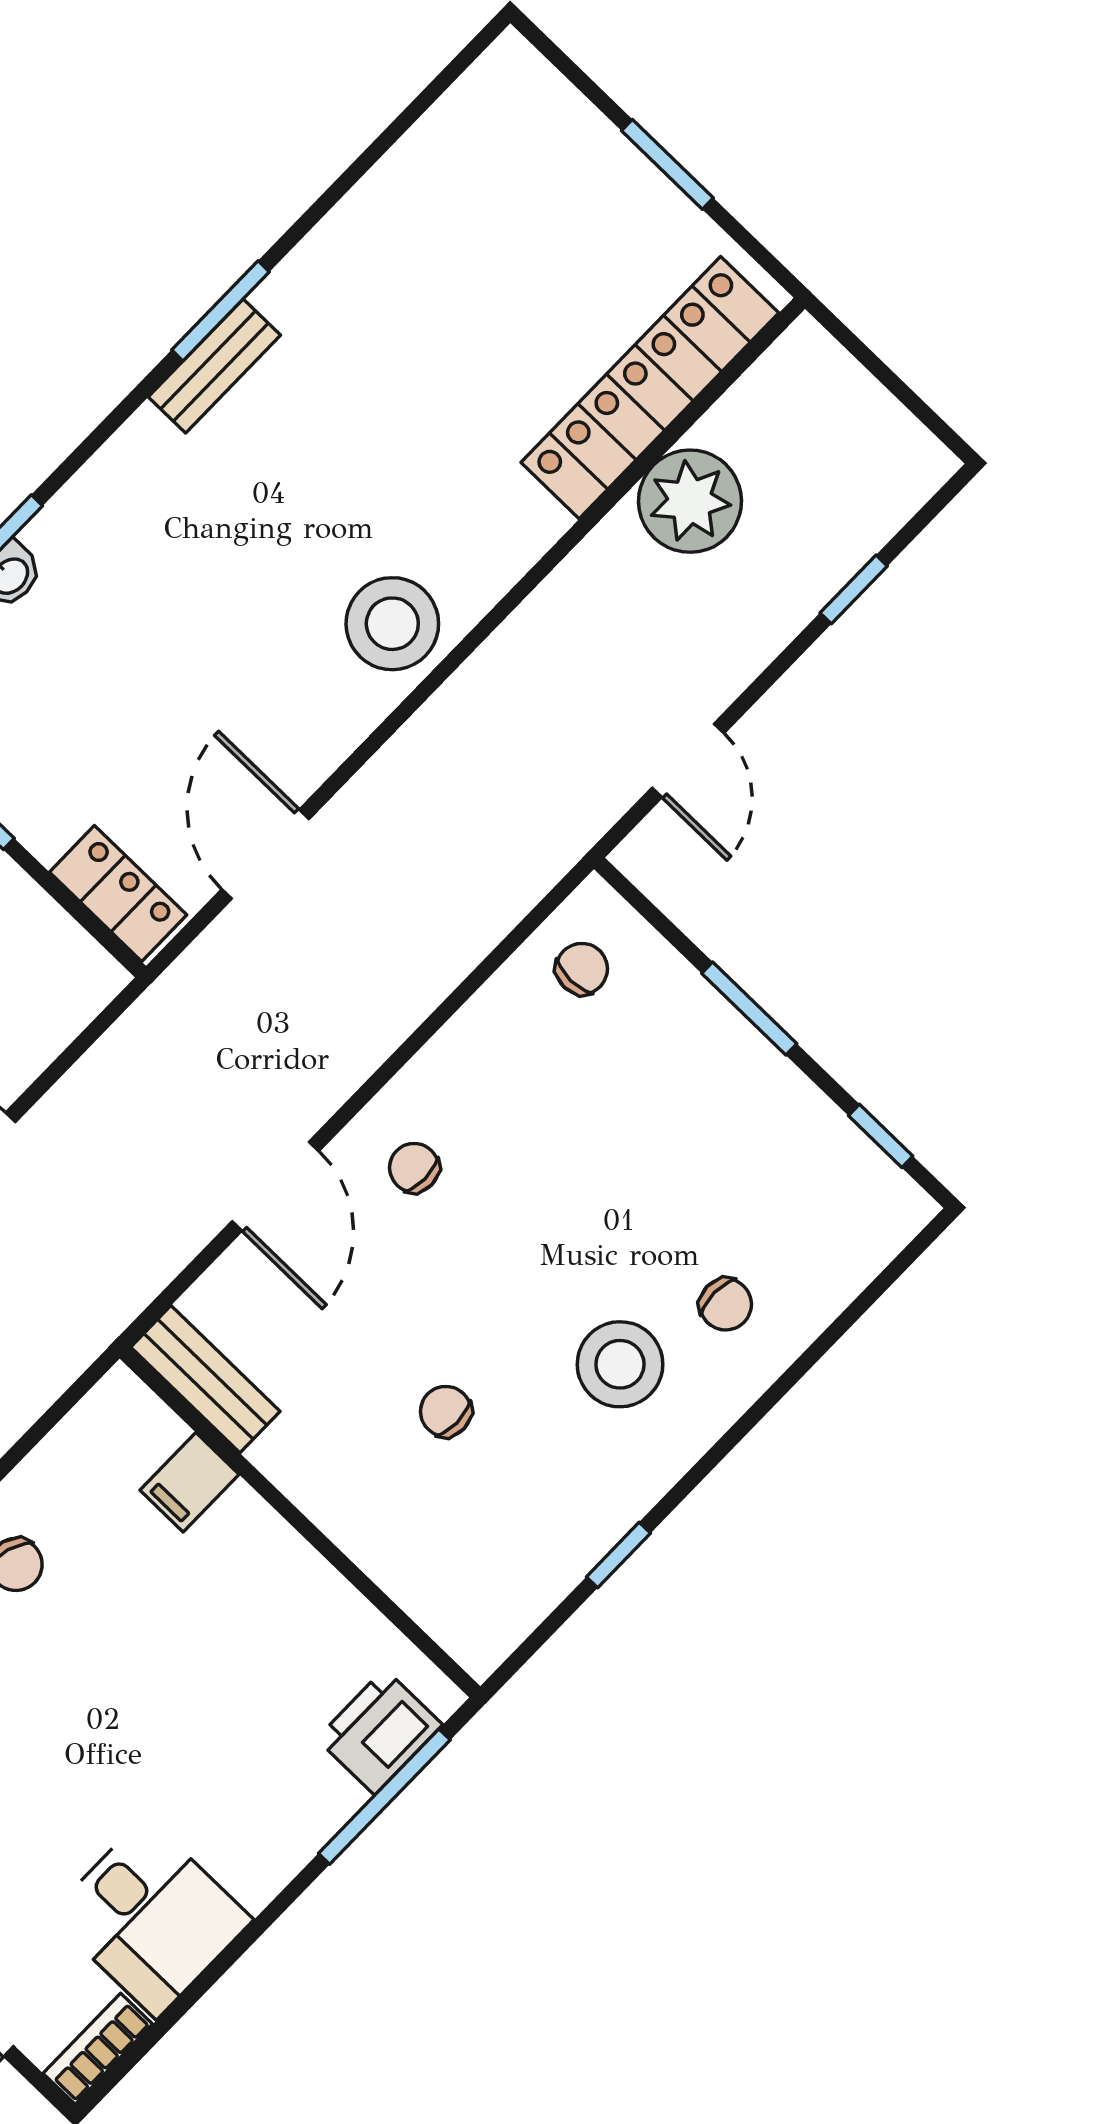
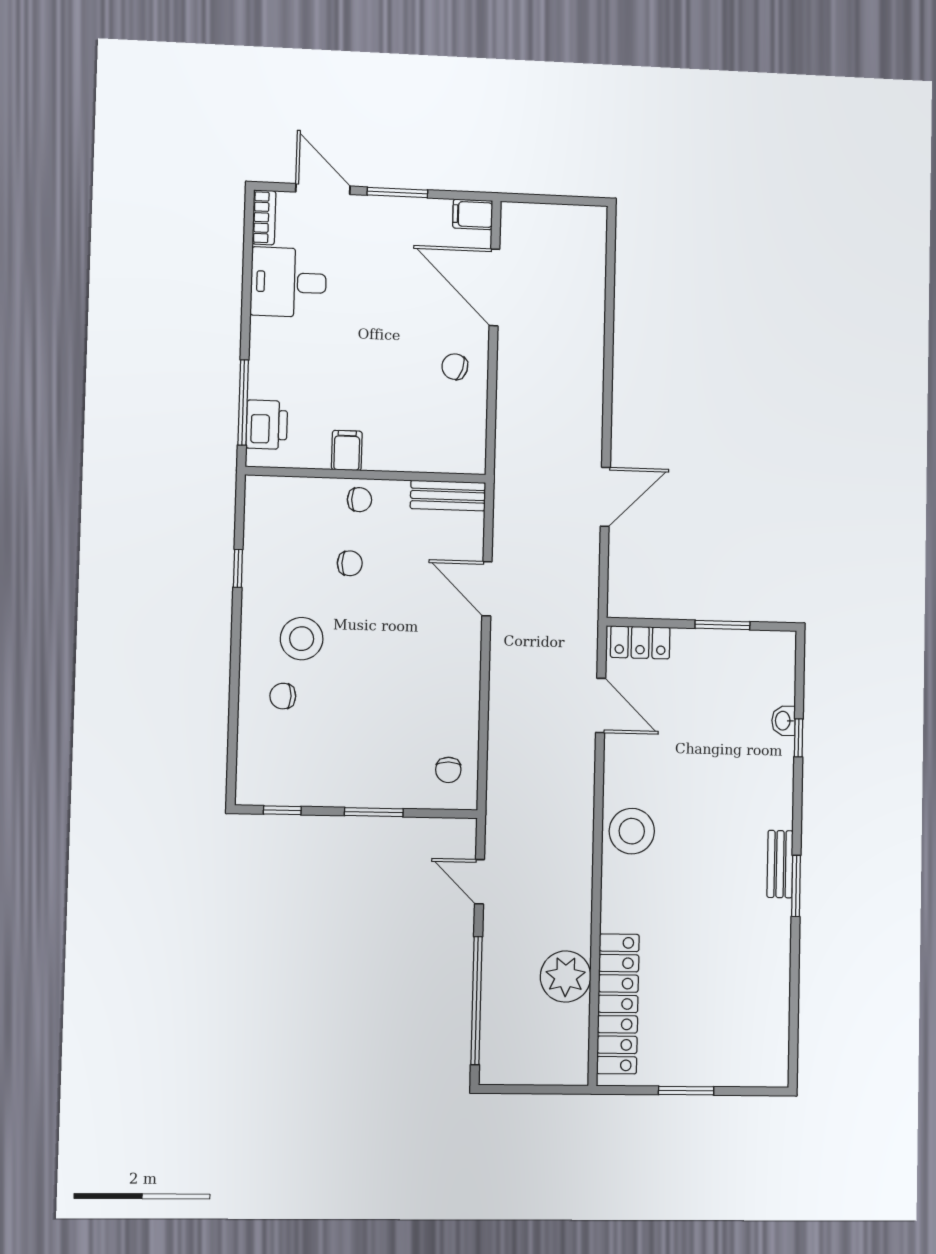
window: (854, 589) -> (477, 1001), width x3.17
chair: (414, 1168) -> (359, 500), moved
filing cabinet: (189, 1482) -> (347, 450), moved

